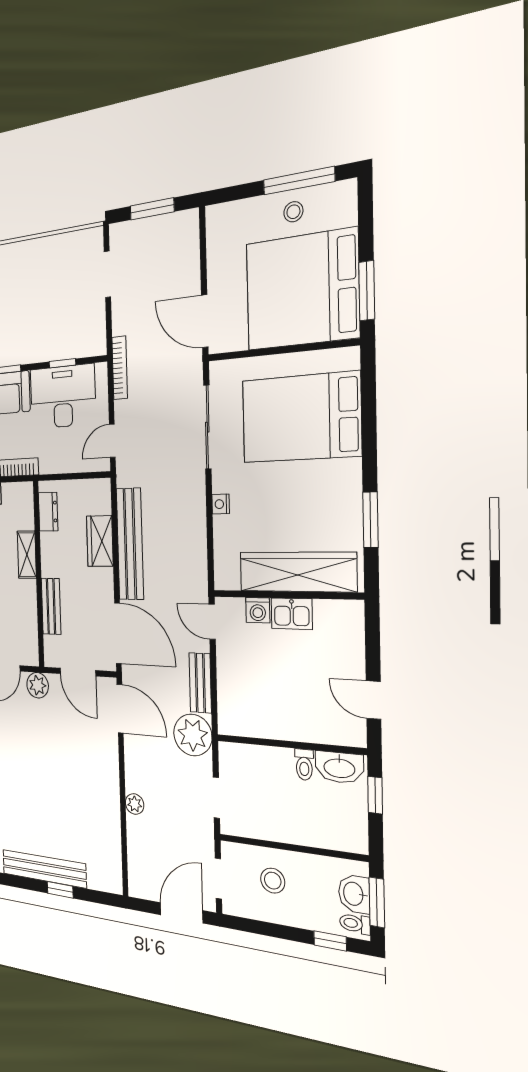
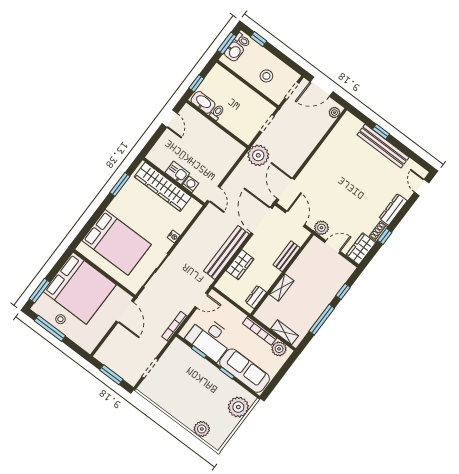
window: (367, 291) -> (40, 291), moved
bench: (200, 683) -> (238, 174), removed
plant: (135, 804) -> (334, 113), moved

